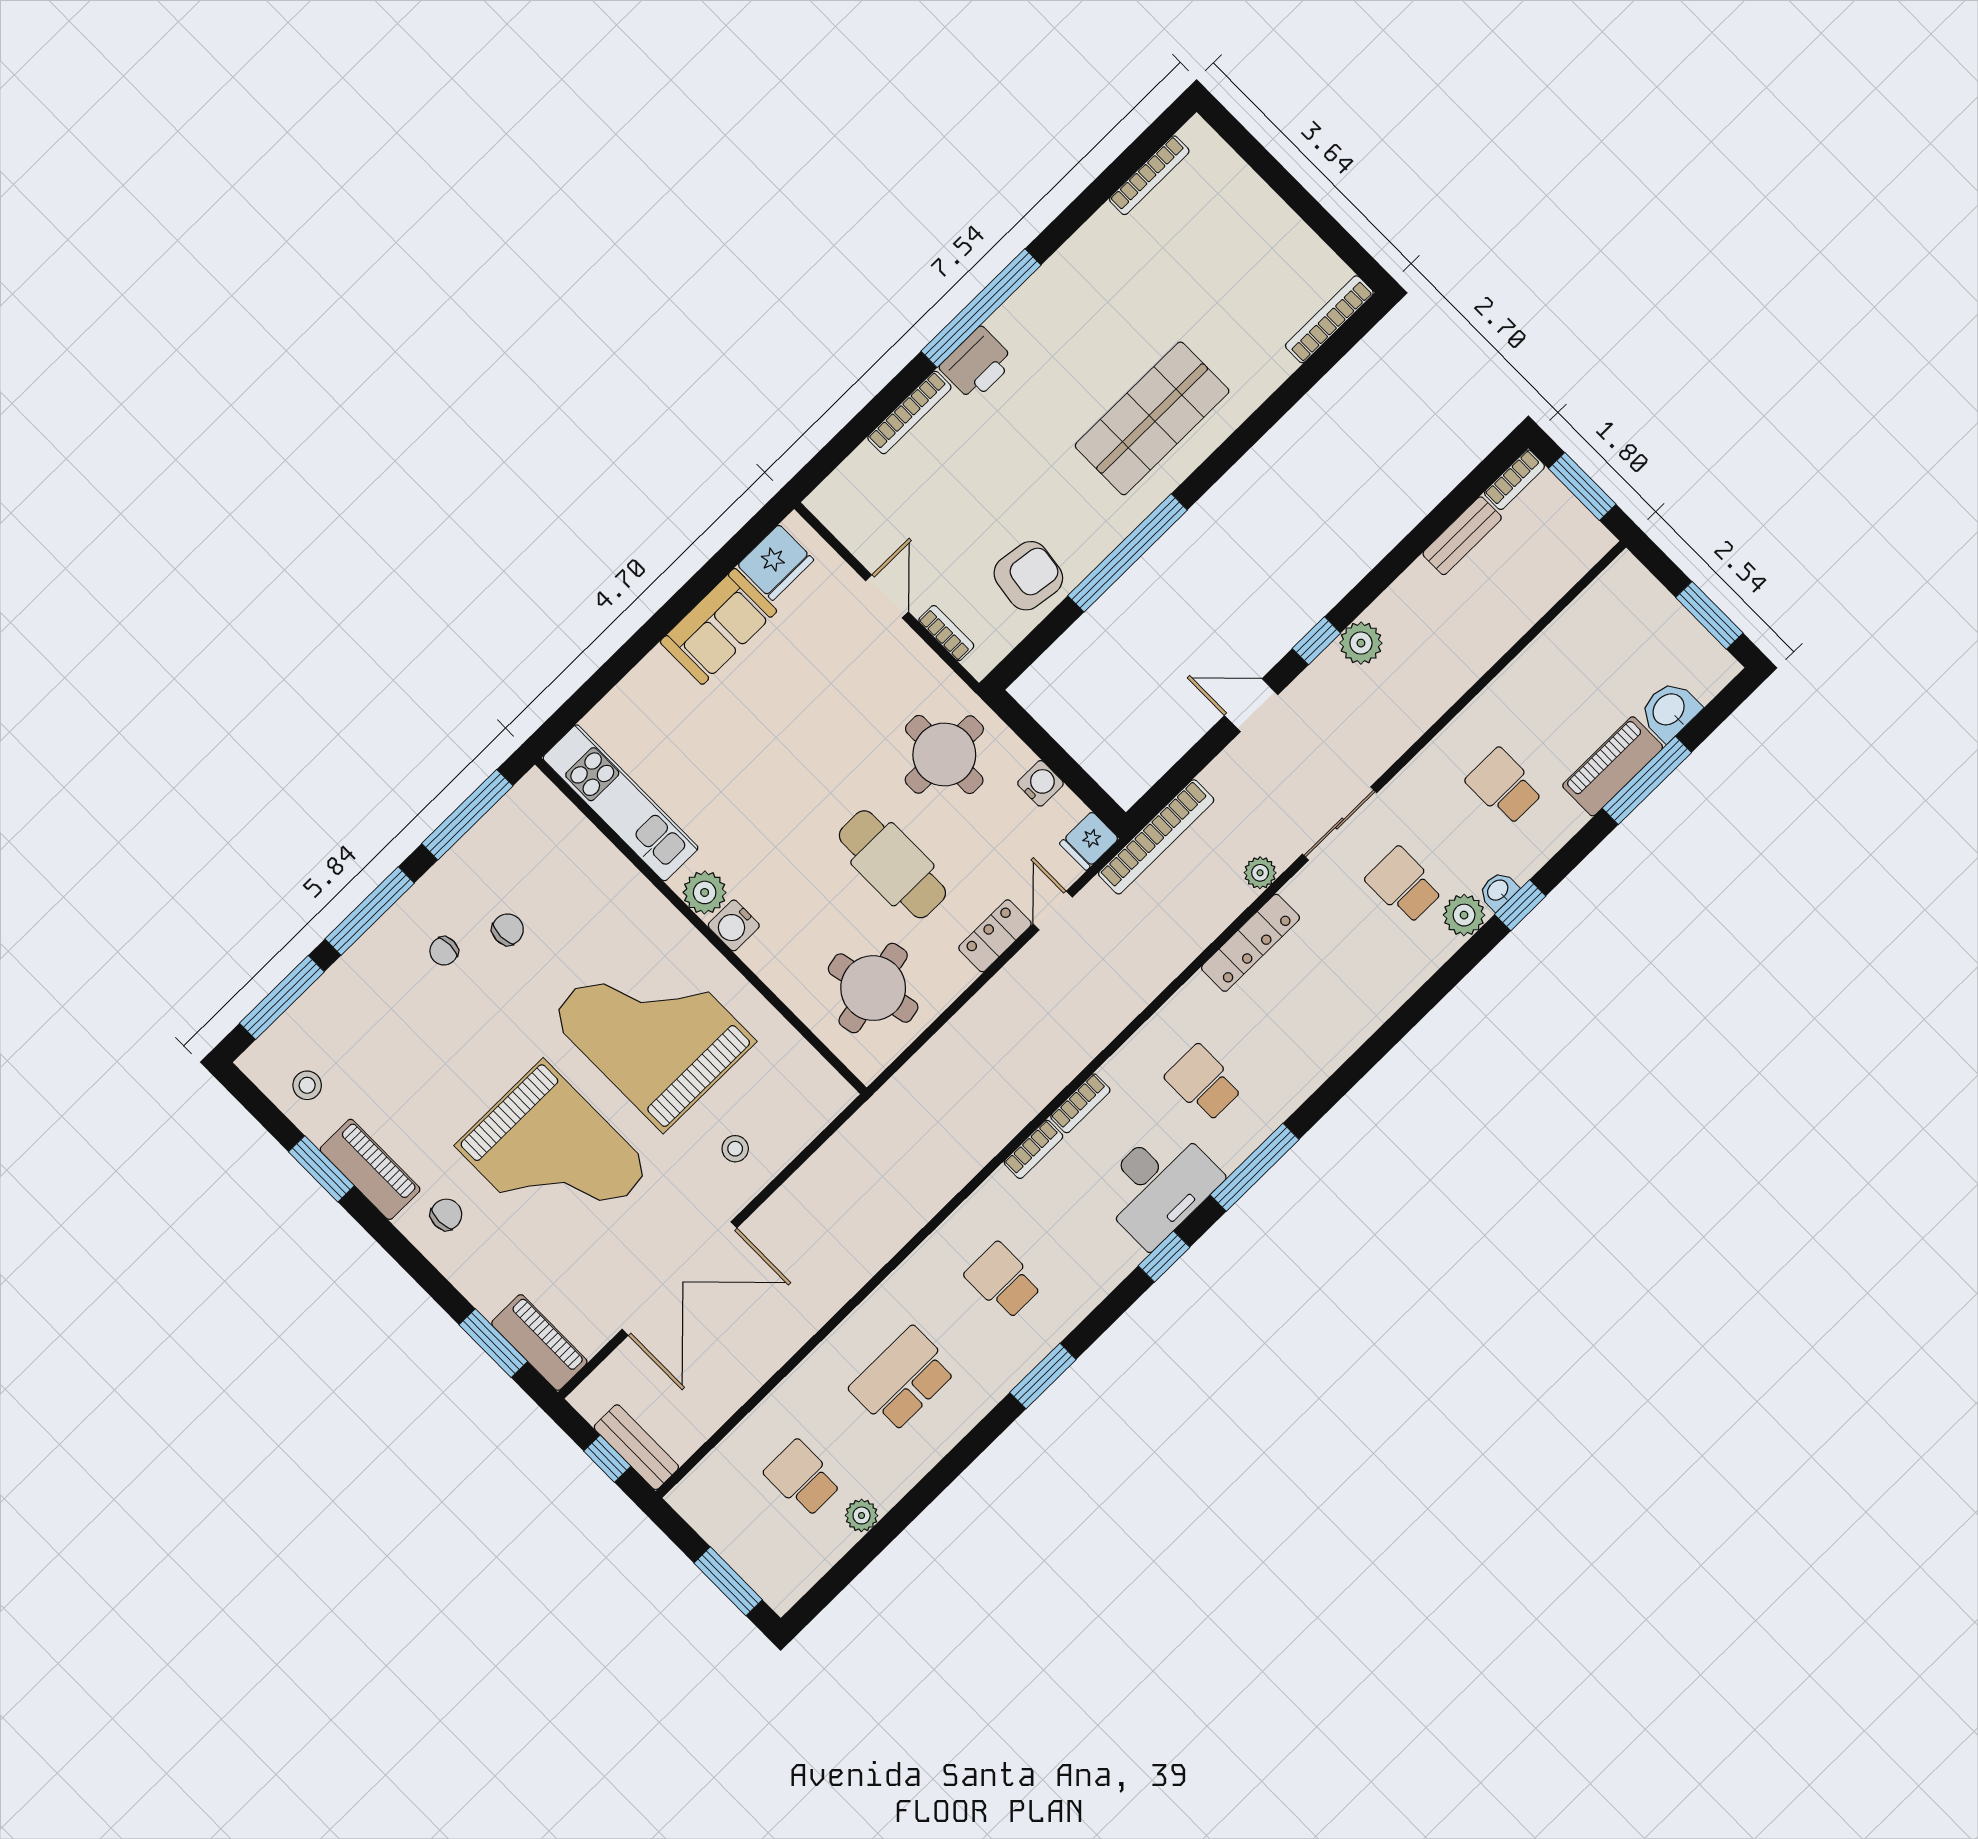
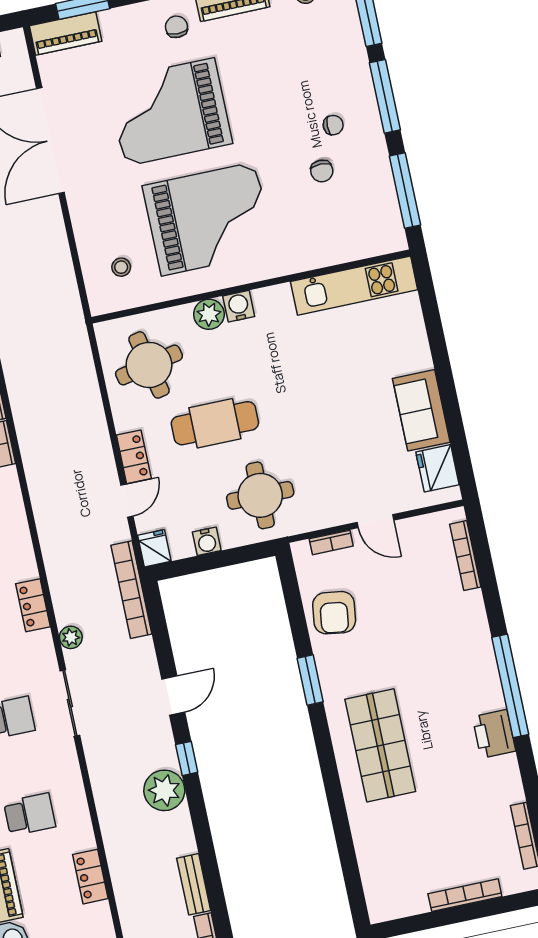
bookcase: (1329, 319) -> (465, 895), moved, turned -90
printer: (977, 364) -> (494, 734), moved
bookcase: (909, 412) -> (465, 556), moved
window: (1128, 553) -> (310, 680), width x0.47
plant: (1361, 643) -> (164, 790), width x1.36, depth x1.36
locker: (1532, 666) -> (90, 877), added
plant: (705, 892) -> (209, 314), moved
door: (1053, 910) -> (127, 501), hinge flipped
locker: (1250, 943) -> (33, 605), width x0.66
chair: (444, 951) -> (333, 125), turned 90
stool: (735, 1149) -> (121, 267), moved
chair: (446, 1215) -> (176, 27), turned 180

